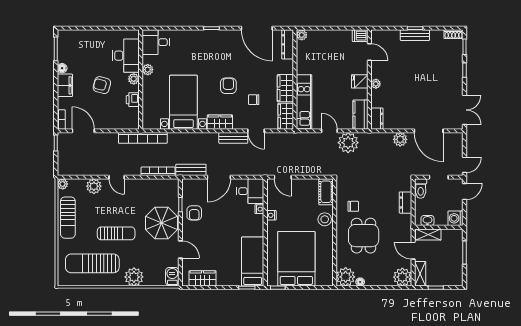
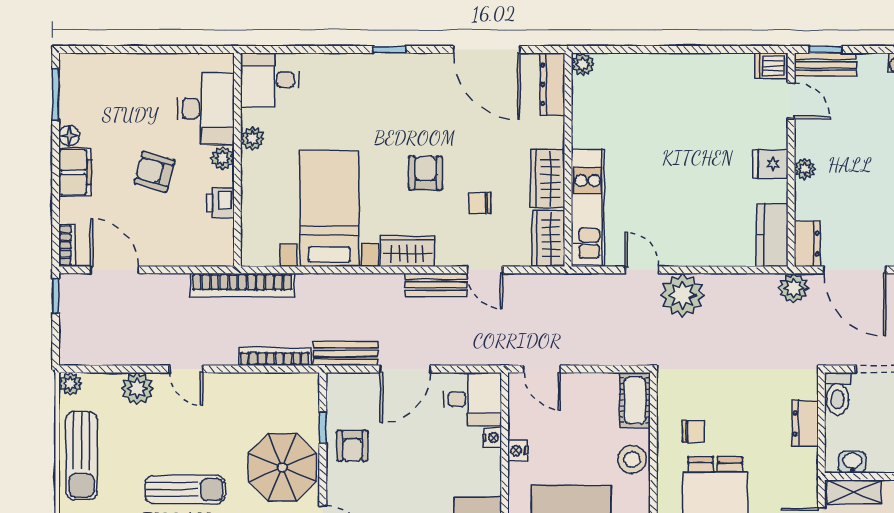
dishwasher: (360, 36) -> (771, 66), moved
door: (369, 52) -> (791, 101), moved
wall: (369, 79) -> (791, 160), moved
fridge: (360, 81) -> (770, 164), moved
plant: (376, 84) -> (805, 169), moved
kitchen counter: (360, 115) -> (772, 235), moved
dresser: (377, 119) -> (807, 244), moved

